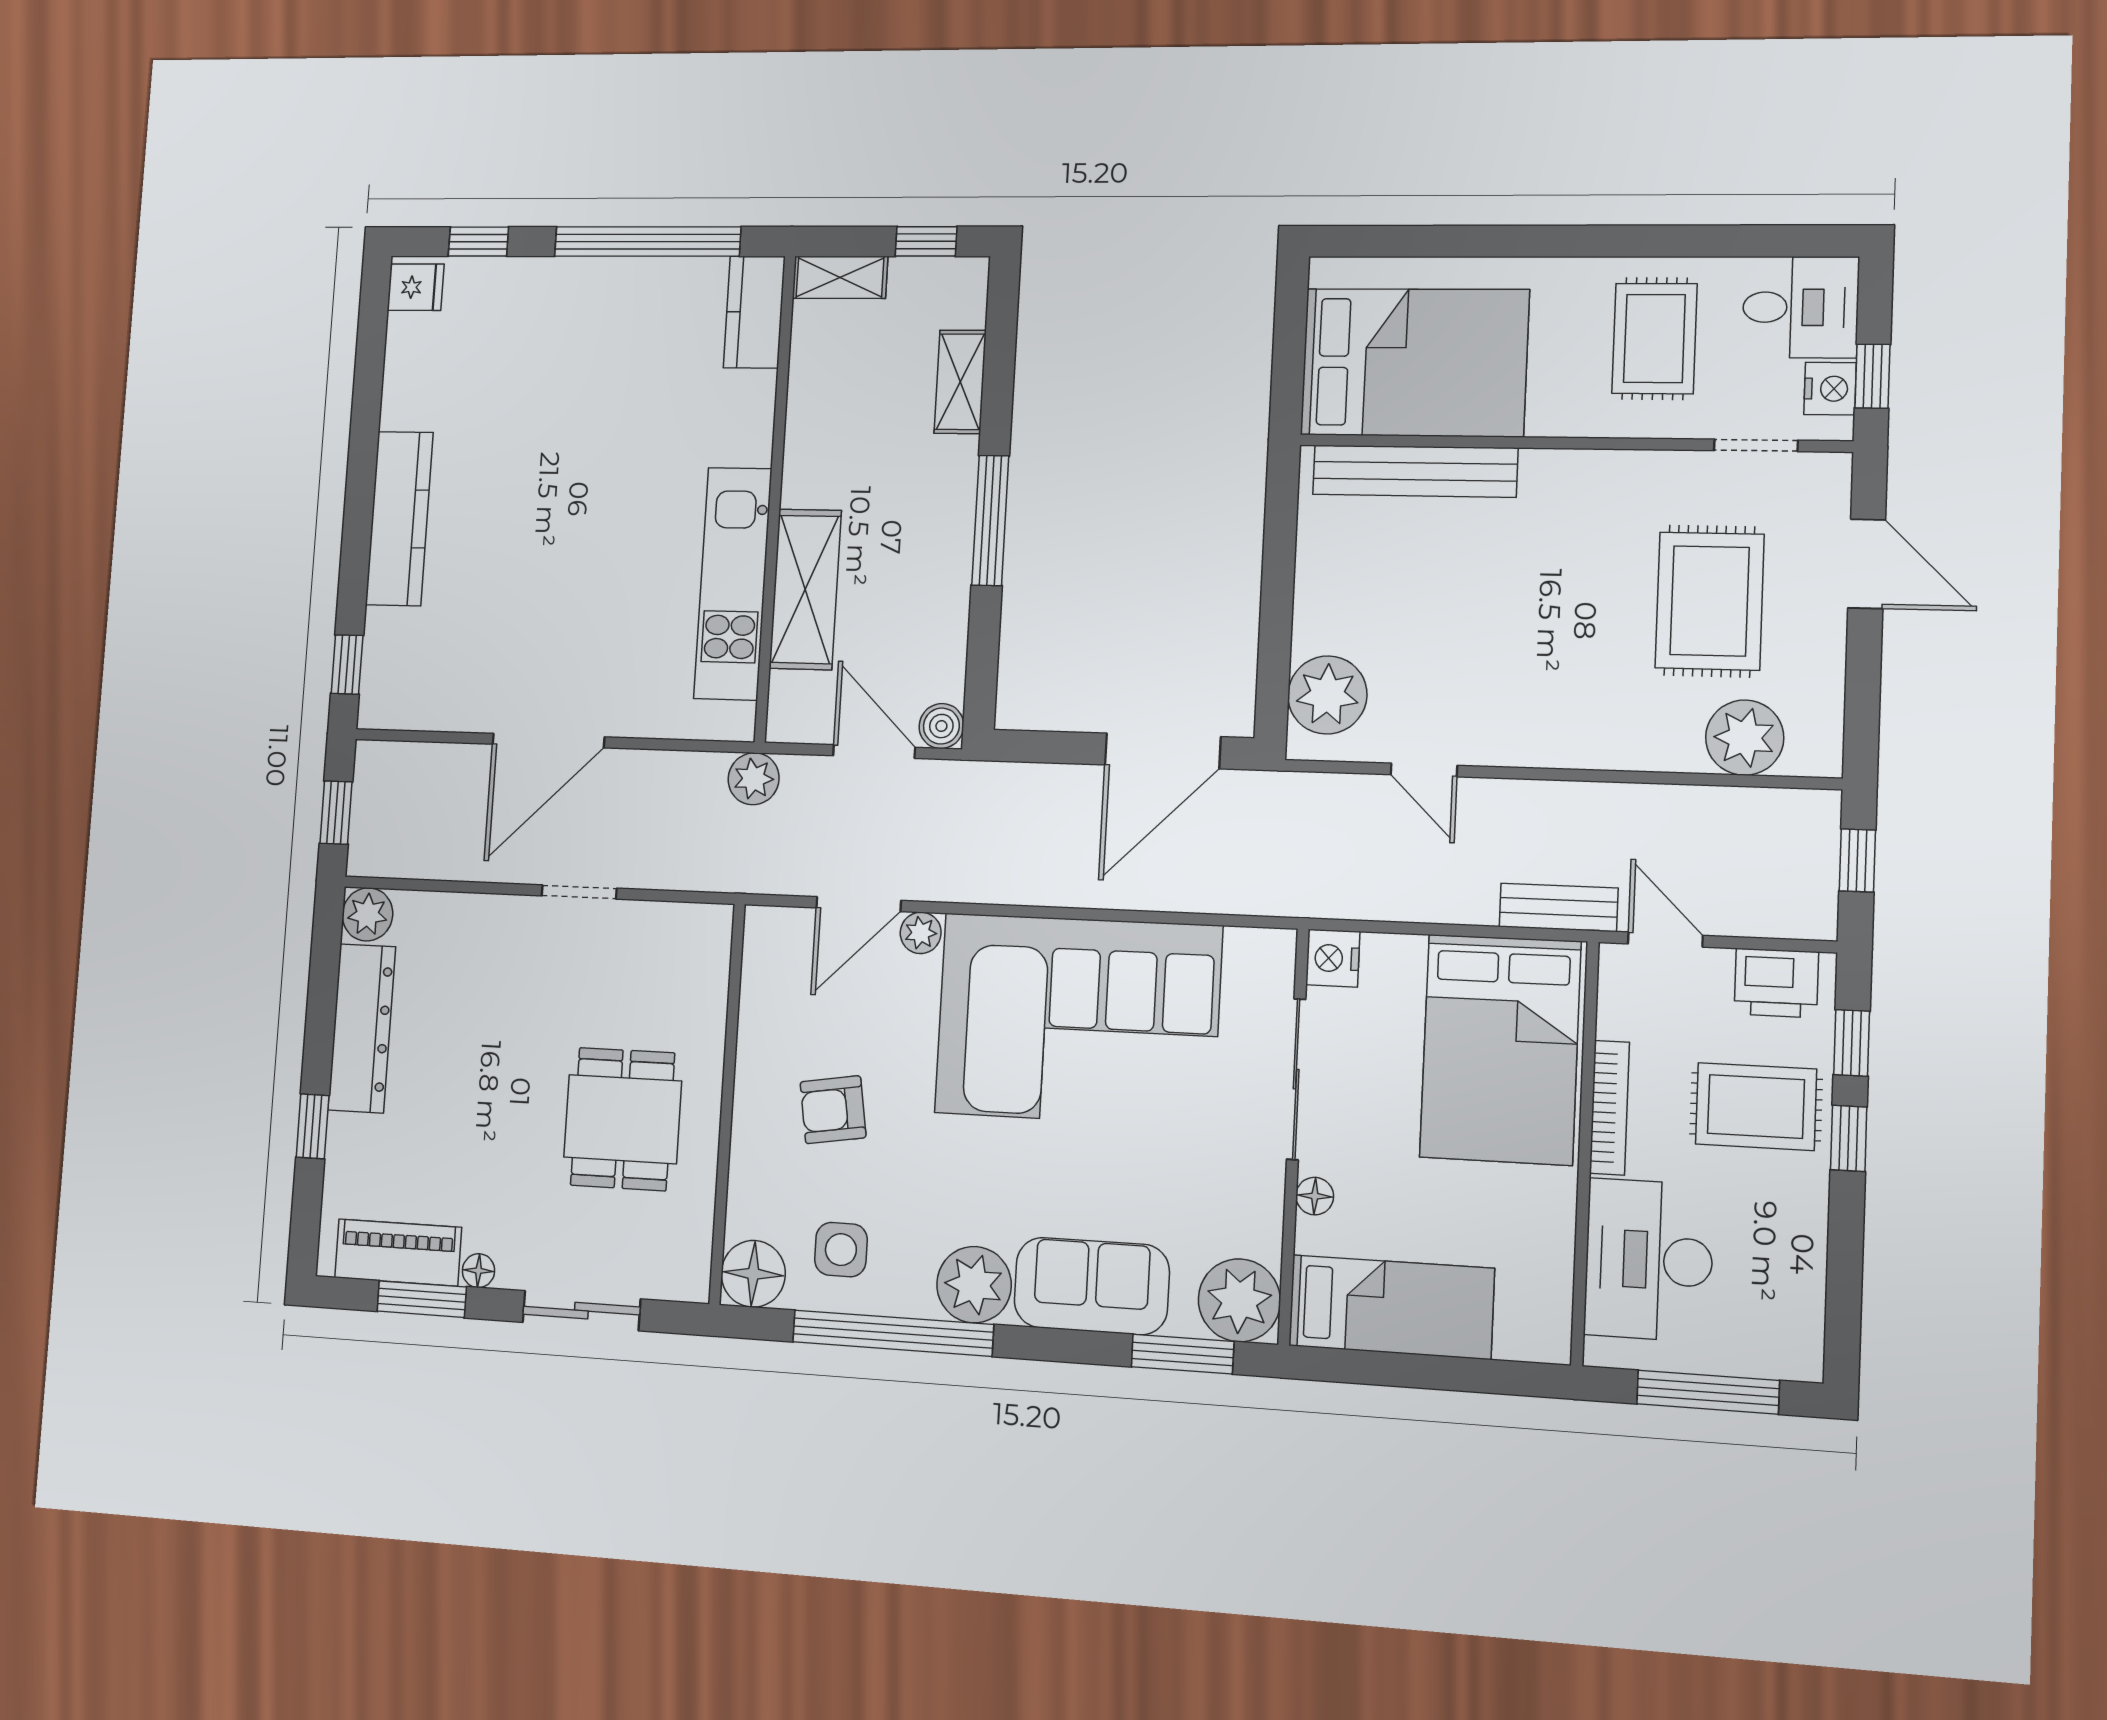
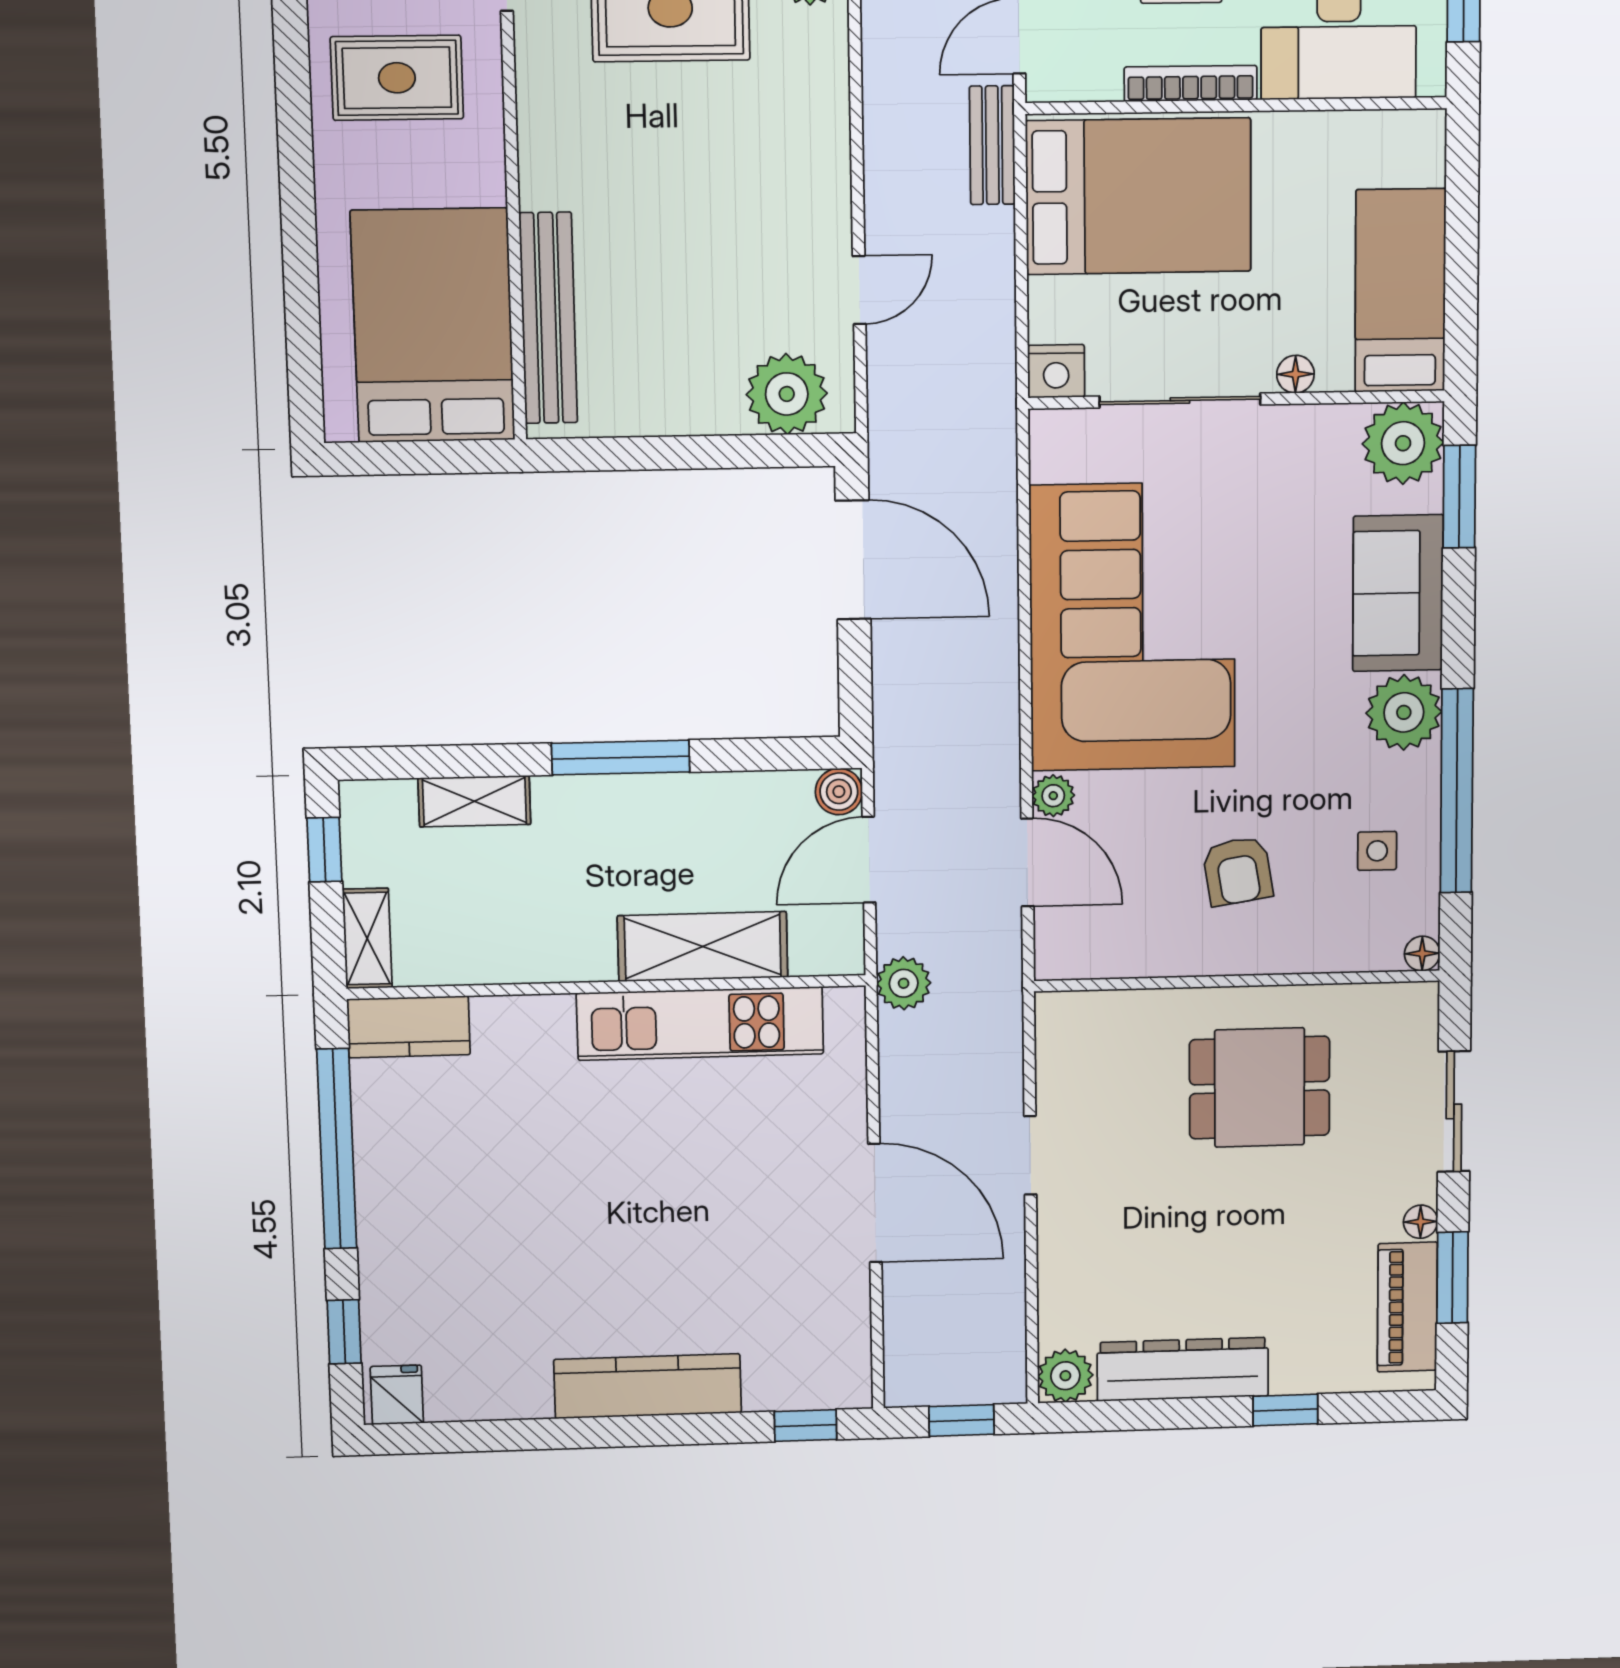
side table: (841, 1250) -> (1377, 851), width x0.73, depth x0.73
floor lamp: (753, 1274) -> (1422, 954), width x0.53, depth x0.53

